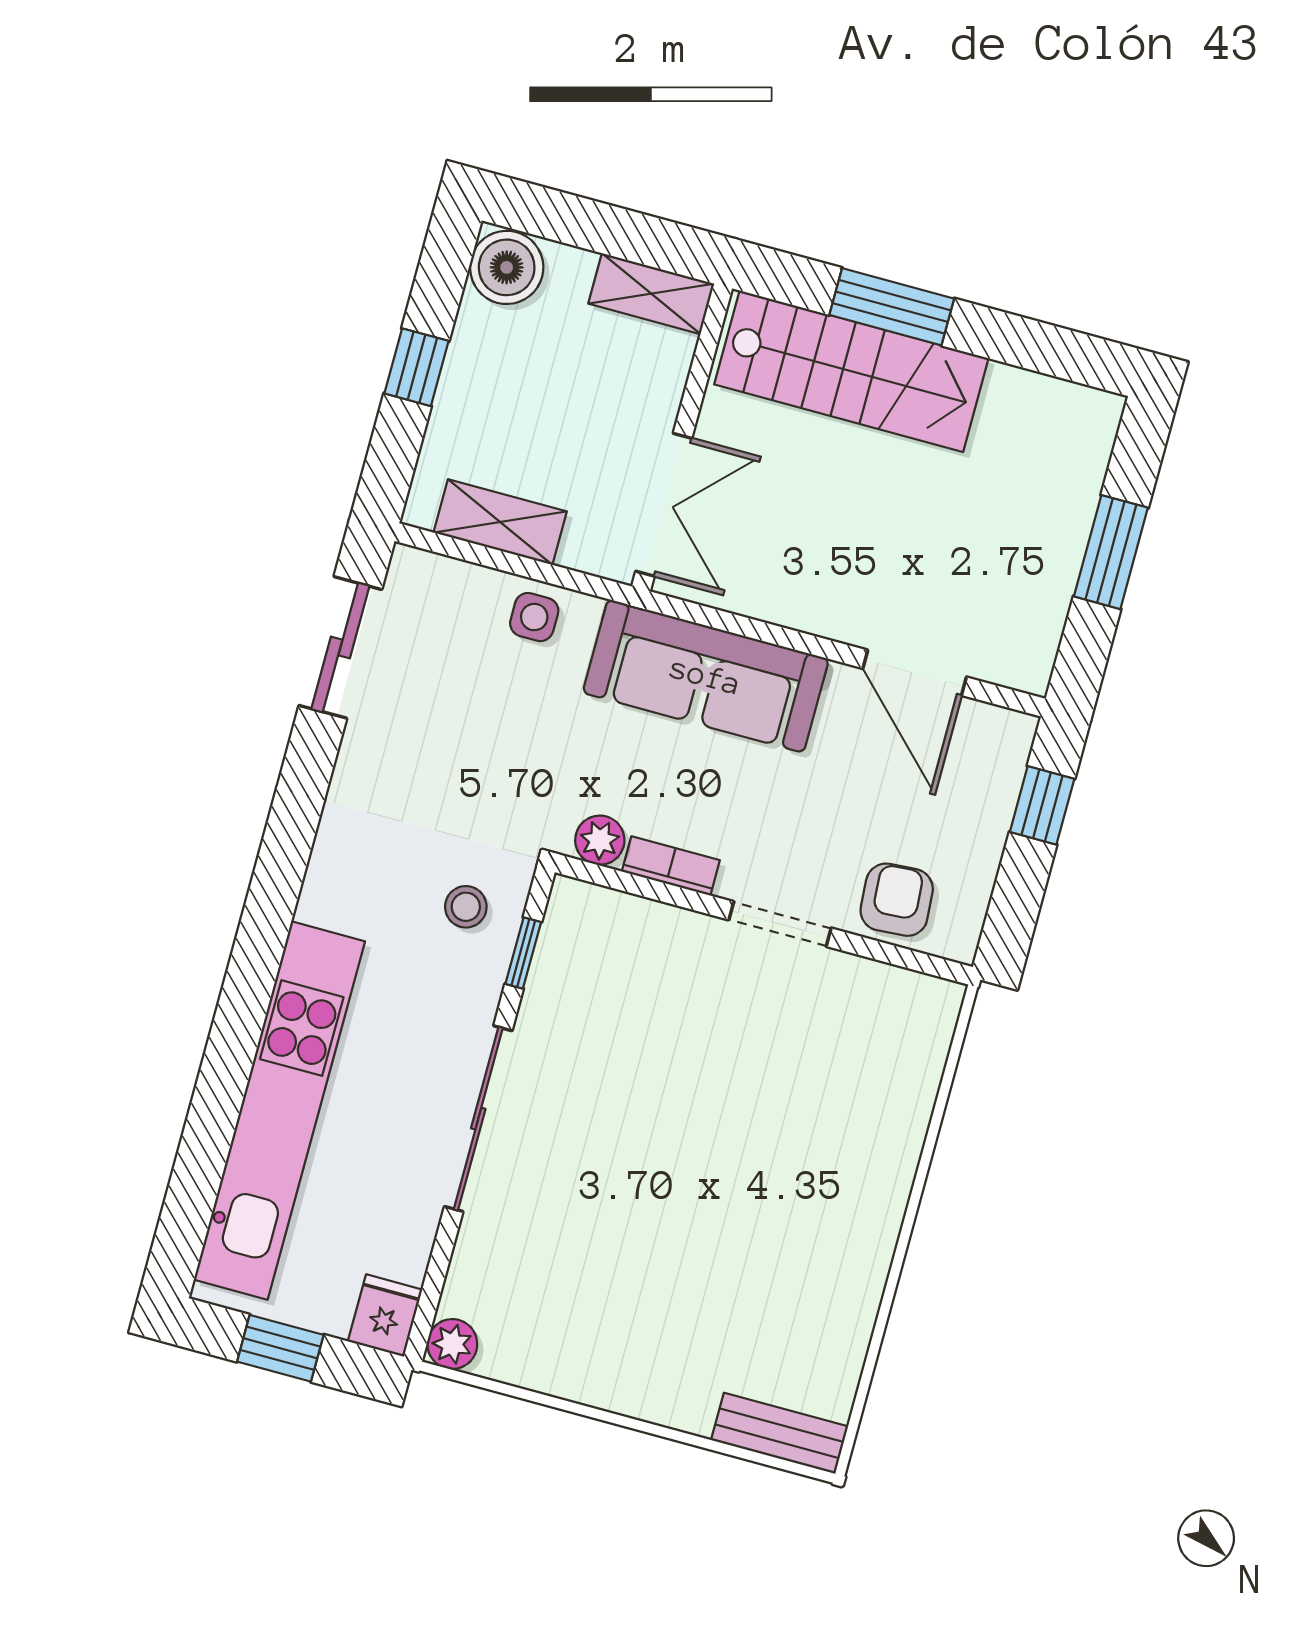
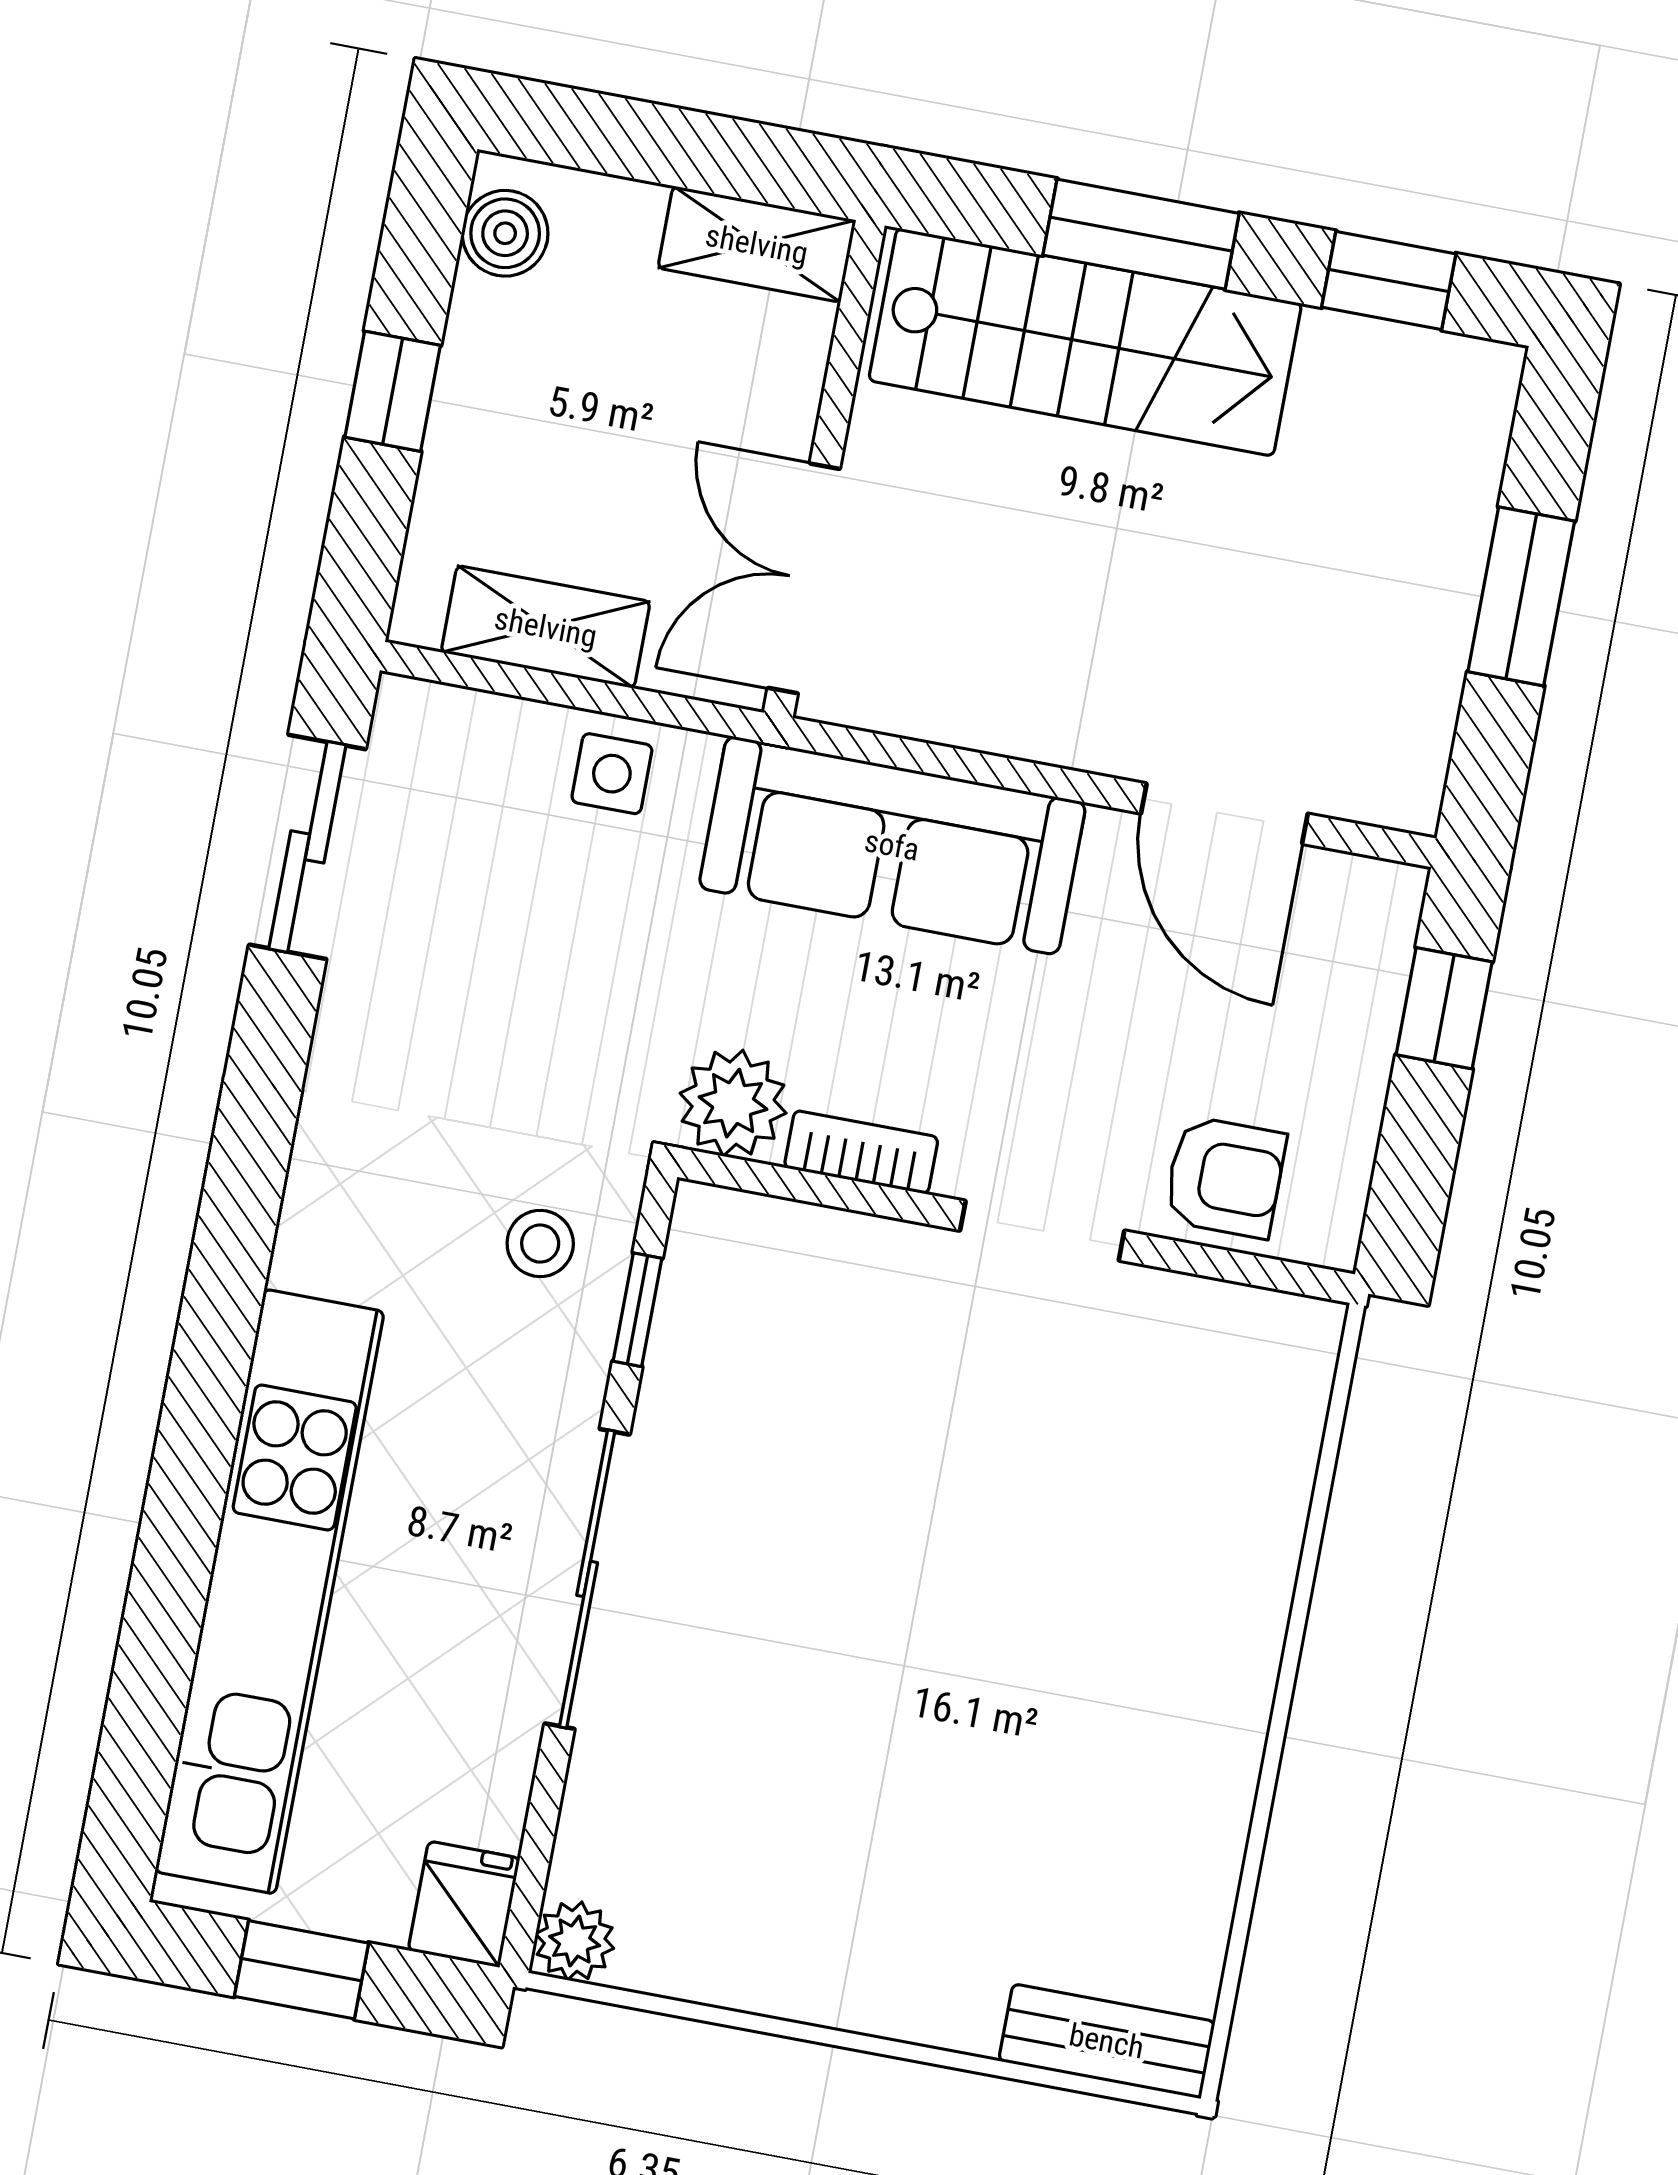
boiler: (507, 267) -> (505, 233), width x0.73, depth x0.73
window: (1044, 348) -> (1389, 280), added
double door: (664, 505) -> (804, 578), swing flipped
plant: (600, 840) -> (733, 1103), width x1.38, depth x1.38
armchair: (897, 900) -> (1225, 1177), turned 94

